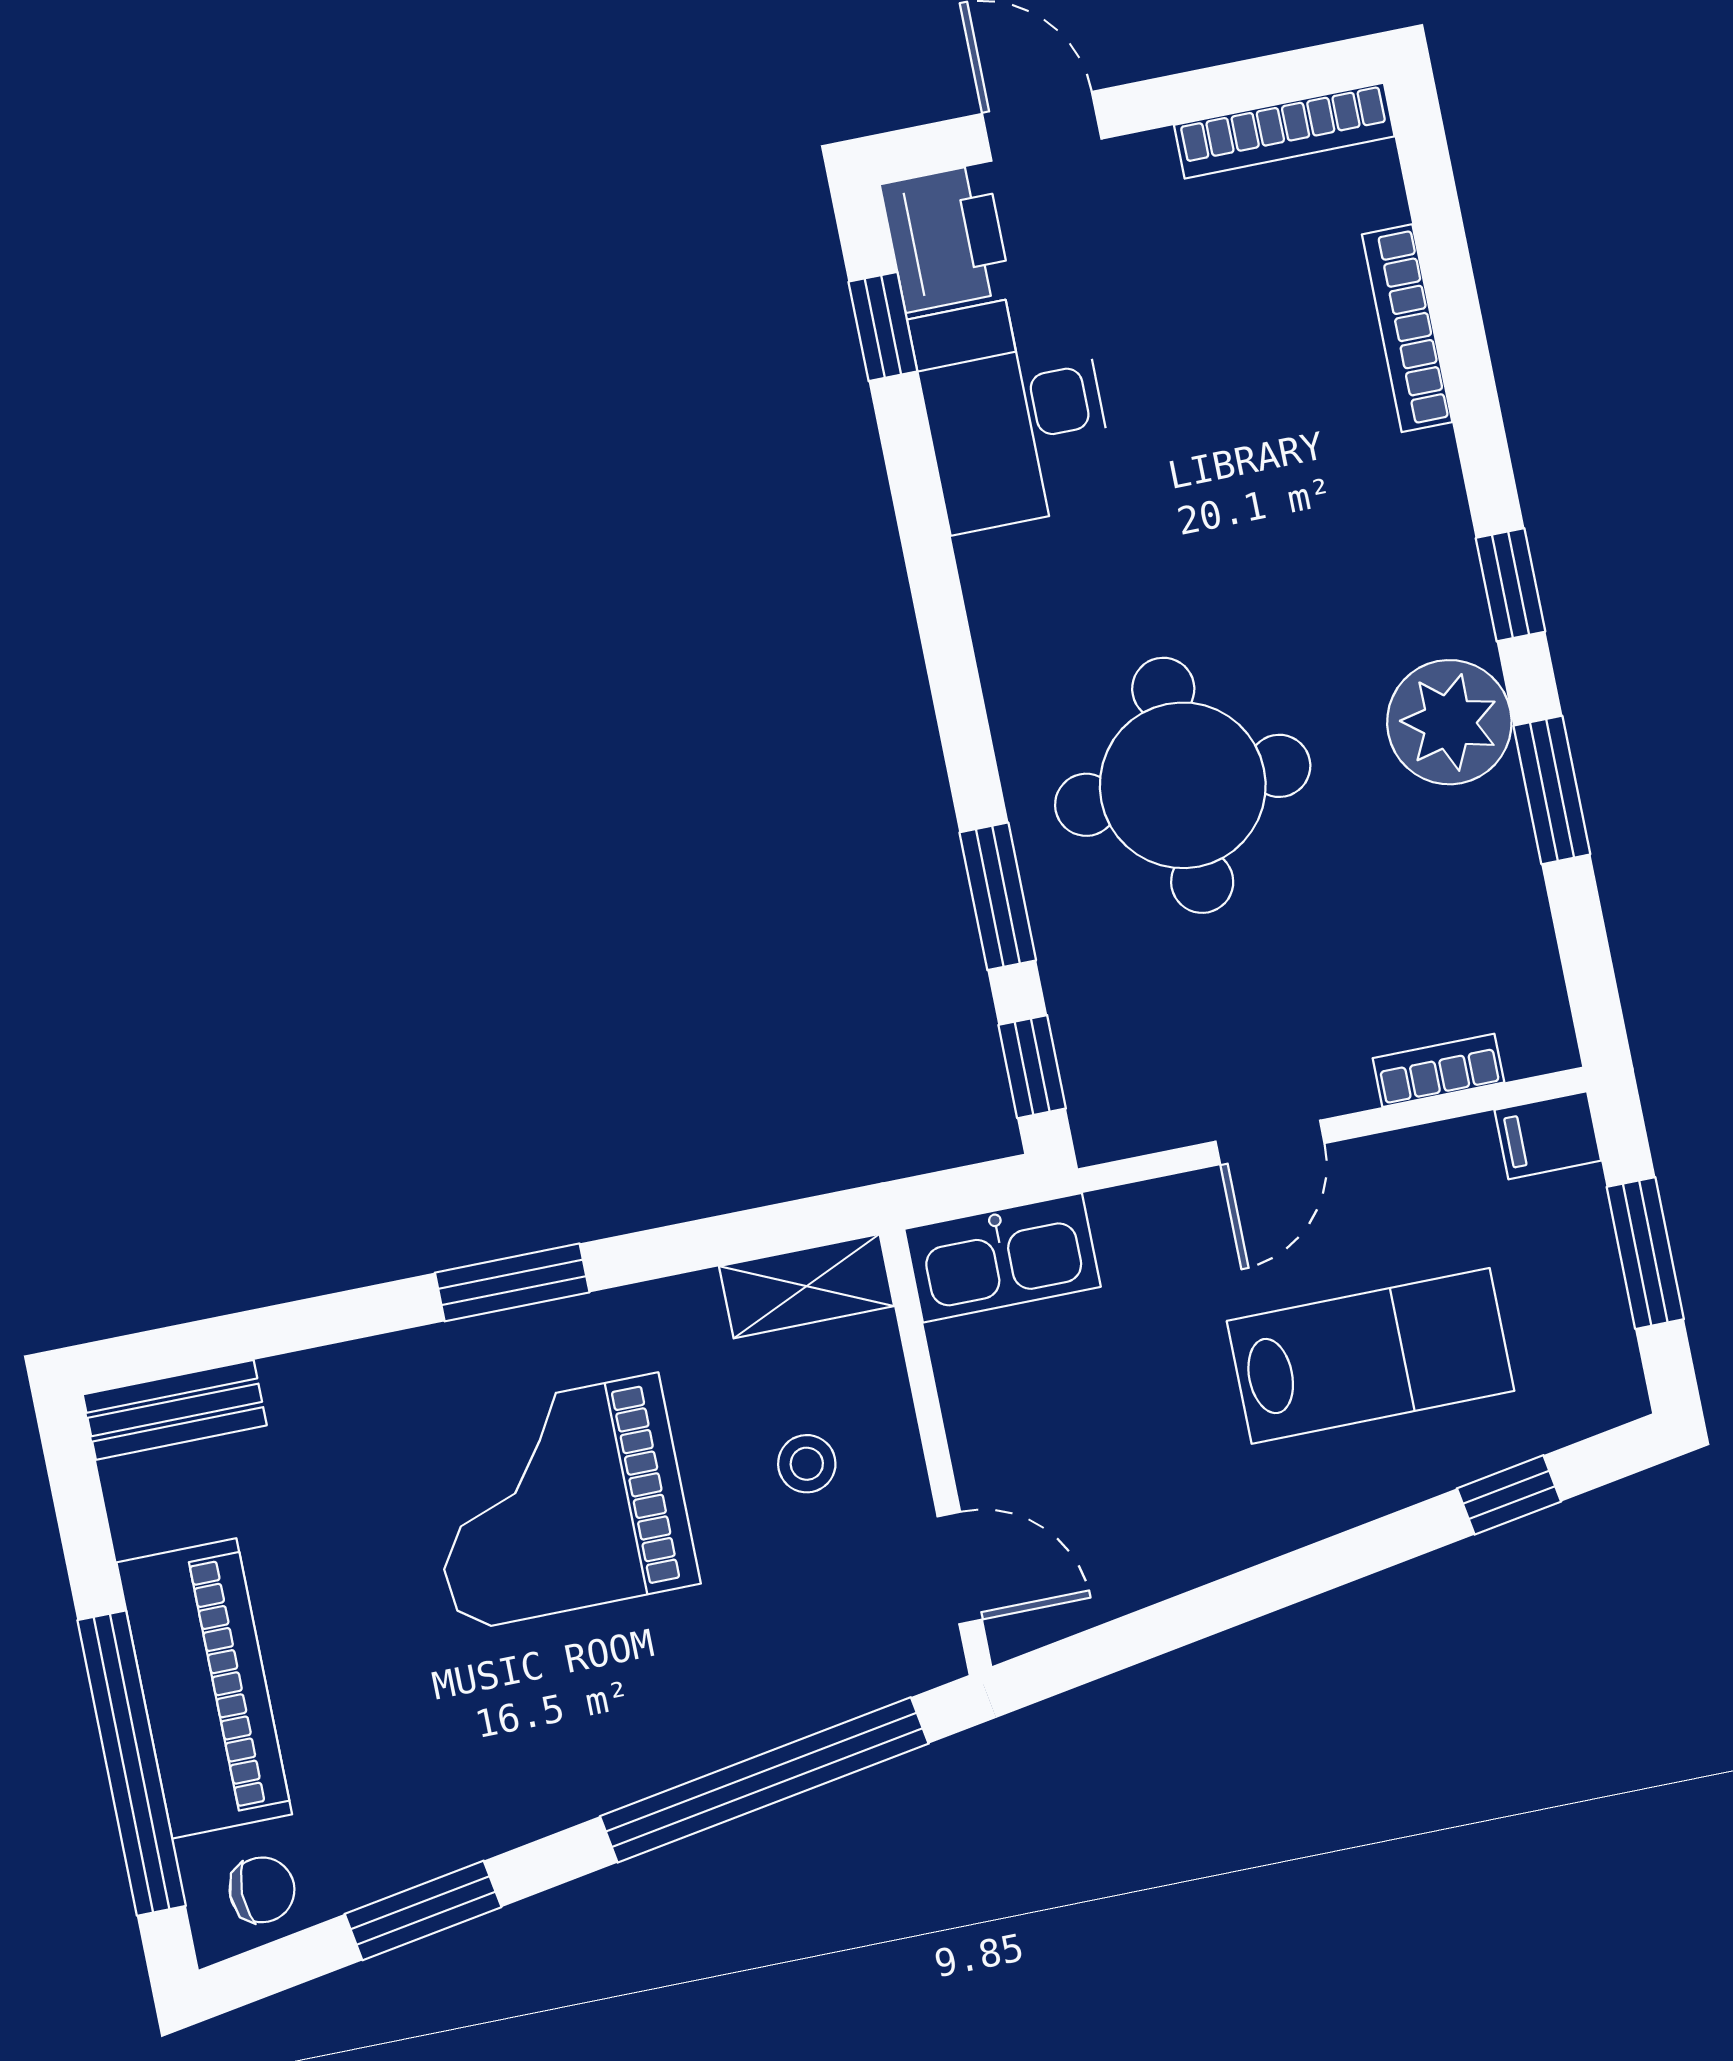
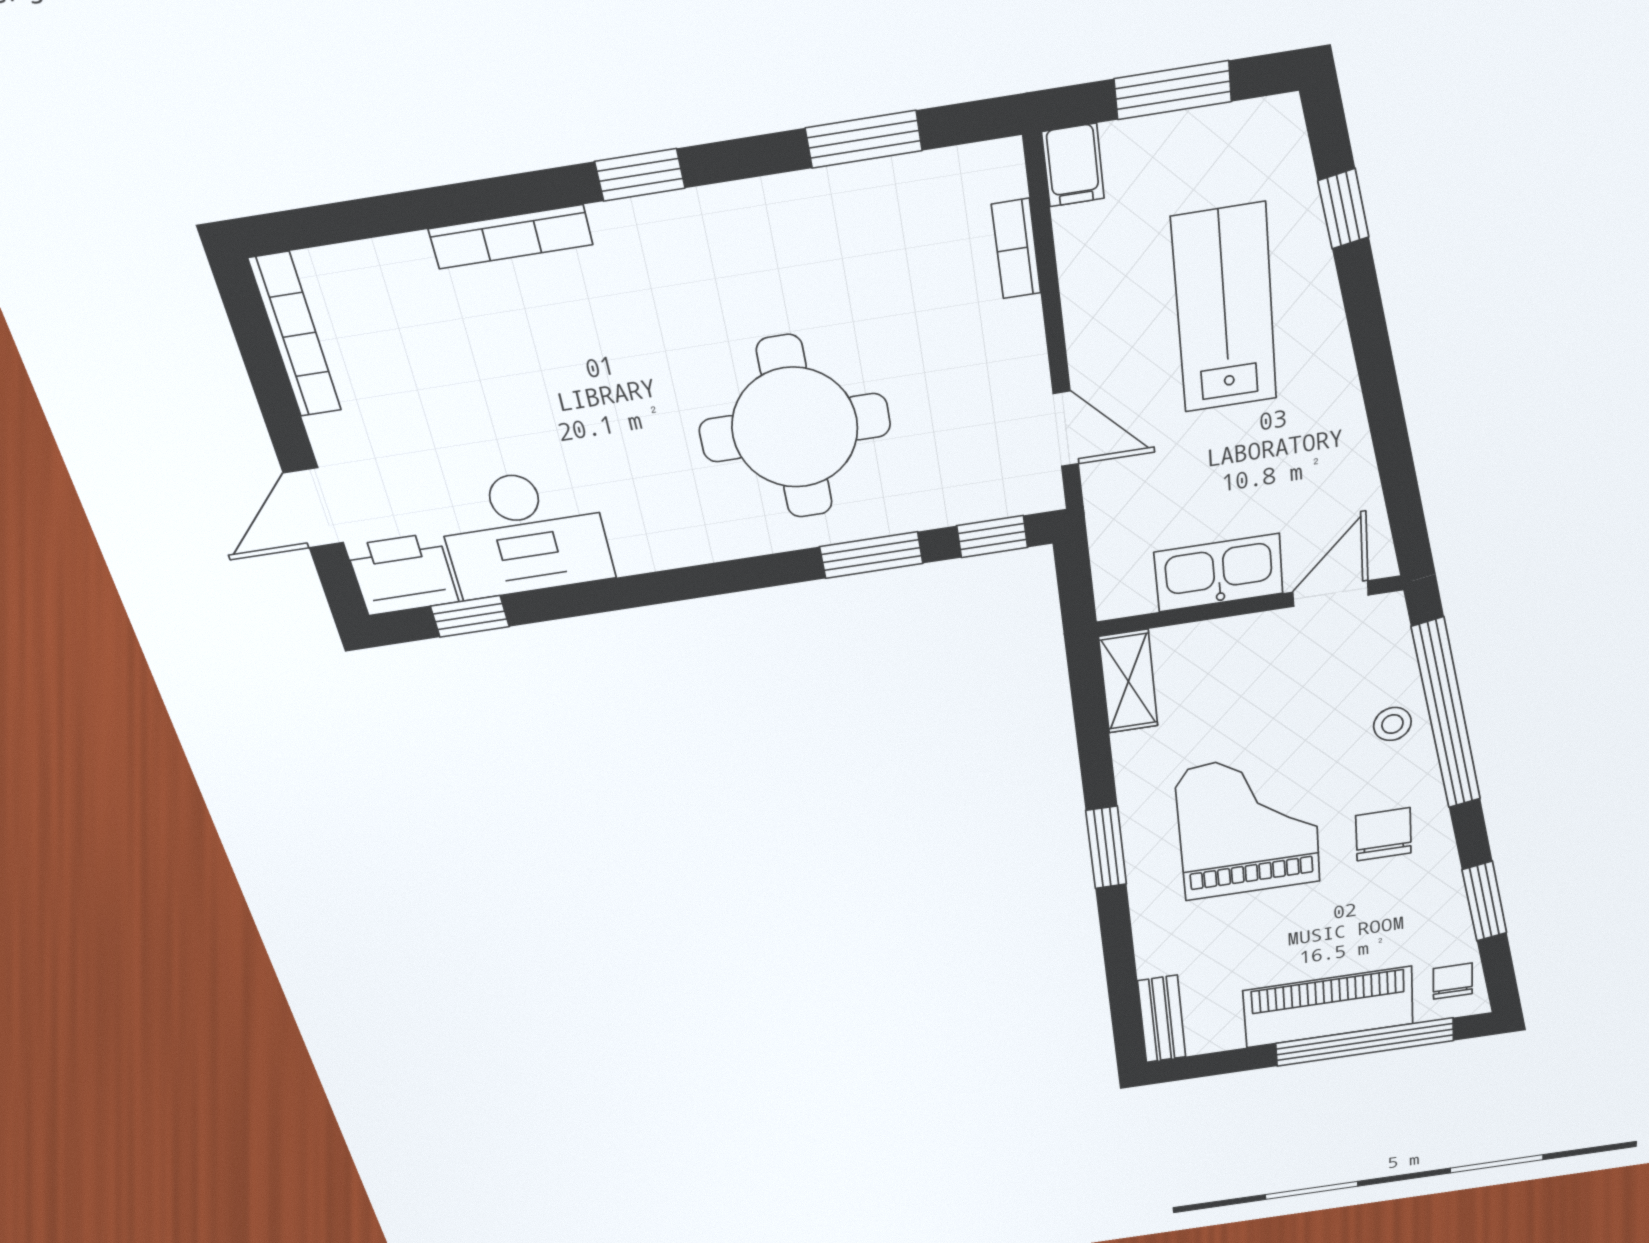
bookcase: (1407, 328) -> (511, 237), moved
plant: (1449, 722) -> (749, 228), removed
window: (1552, 790) -> (864, 139), moved
door: (1270, 1142) -> (1066, 429), moved
kitchen sink: (1002, 1258) -> (1219, 573), moved, turned -90
stool: (807, 1464) -> (1392, 724), moved
grand piano: (558, 1503) -> (1248, 826), turned 180
chair: (547, 1721) -> (1383, 834), added

